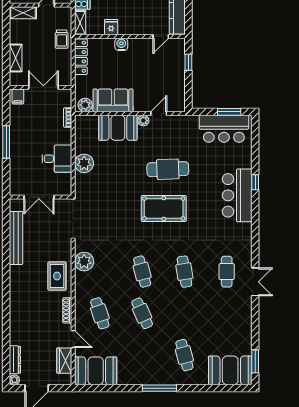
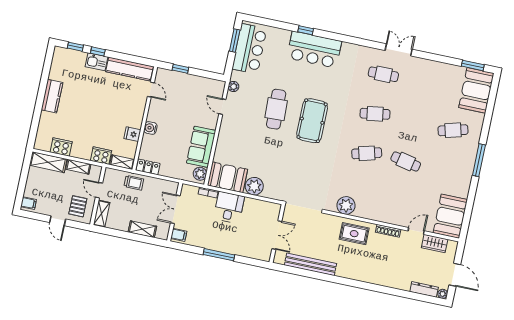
locker: (81, 57) -> (148, 167), width x0.66
plant: (143, 121) -> (233, 87), moved
booth: (118, 128) -> (227, 177), moved, turned 90
desk: (57, 159) -> (229, 207), moved
cafe table: (100, 313) -> (397, 201), removed
cafe table: (142, 313) -> (406, 161), turned 36

